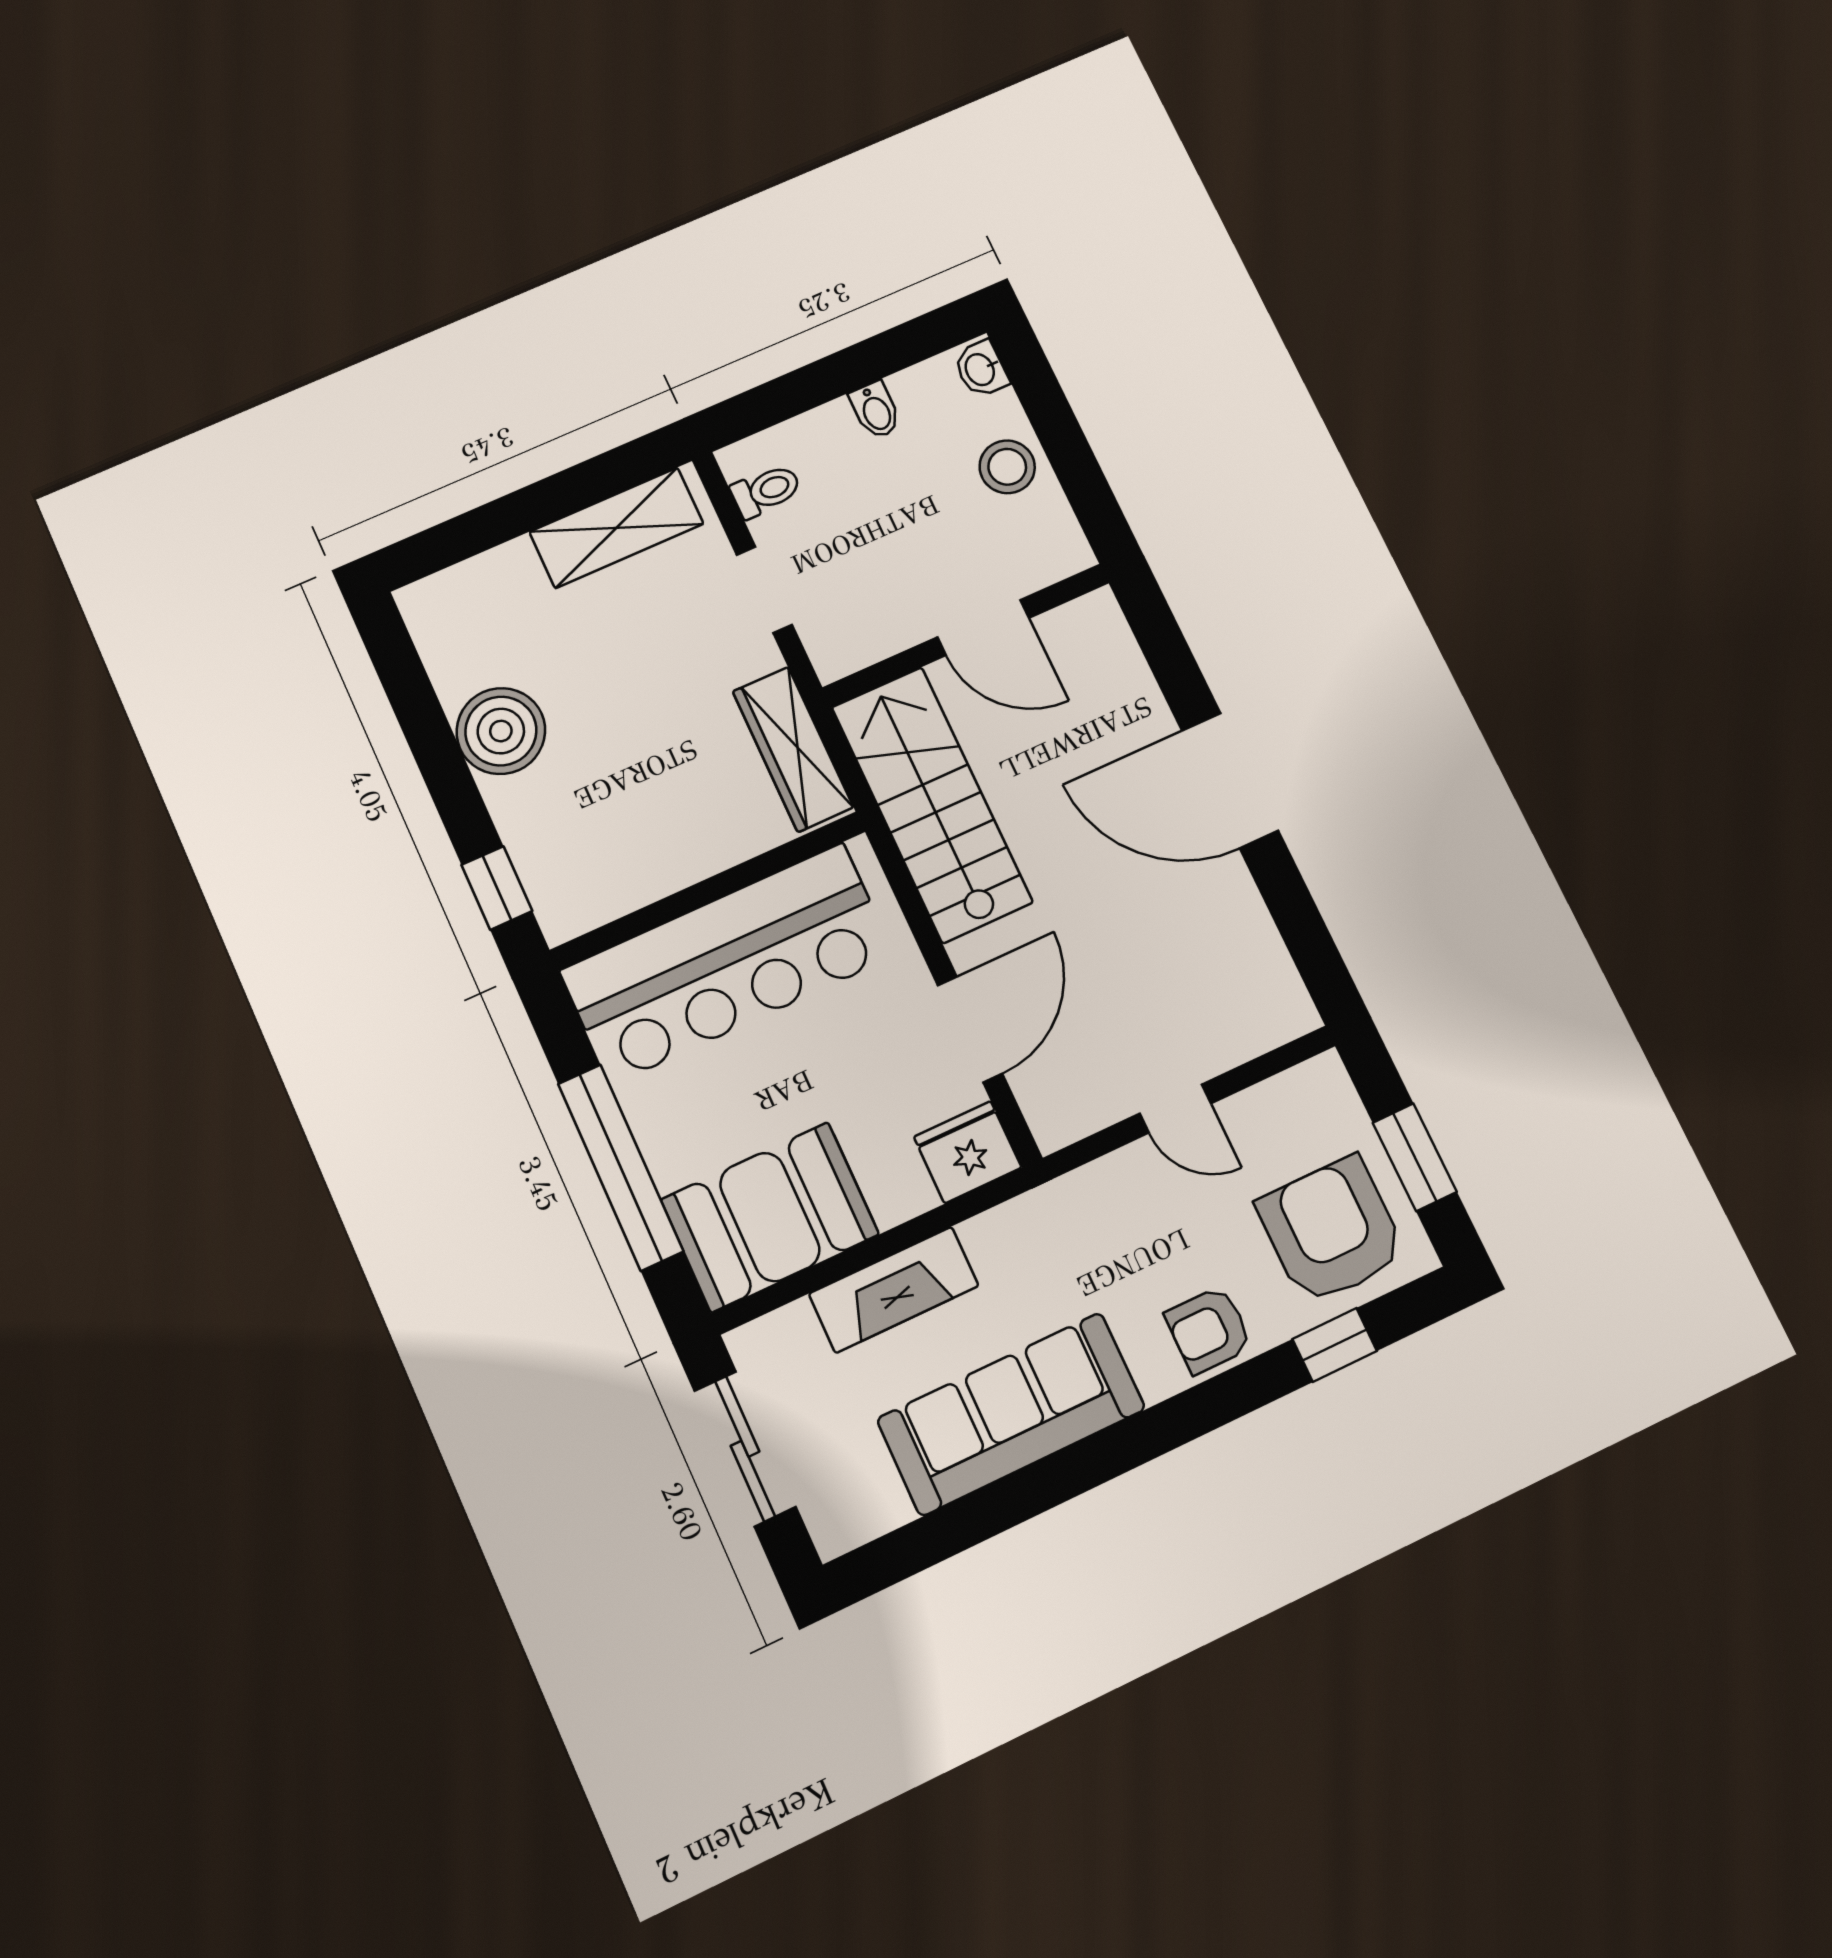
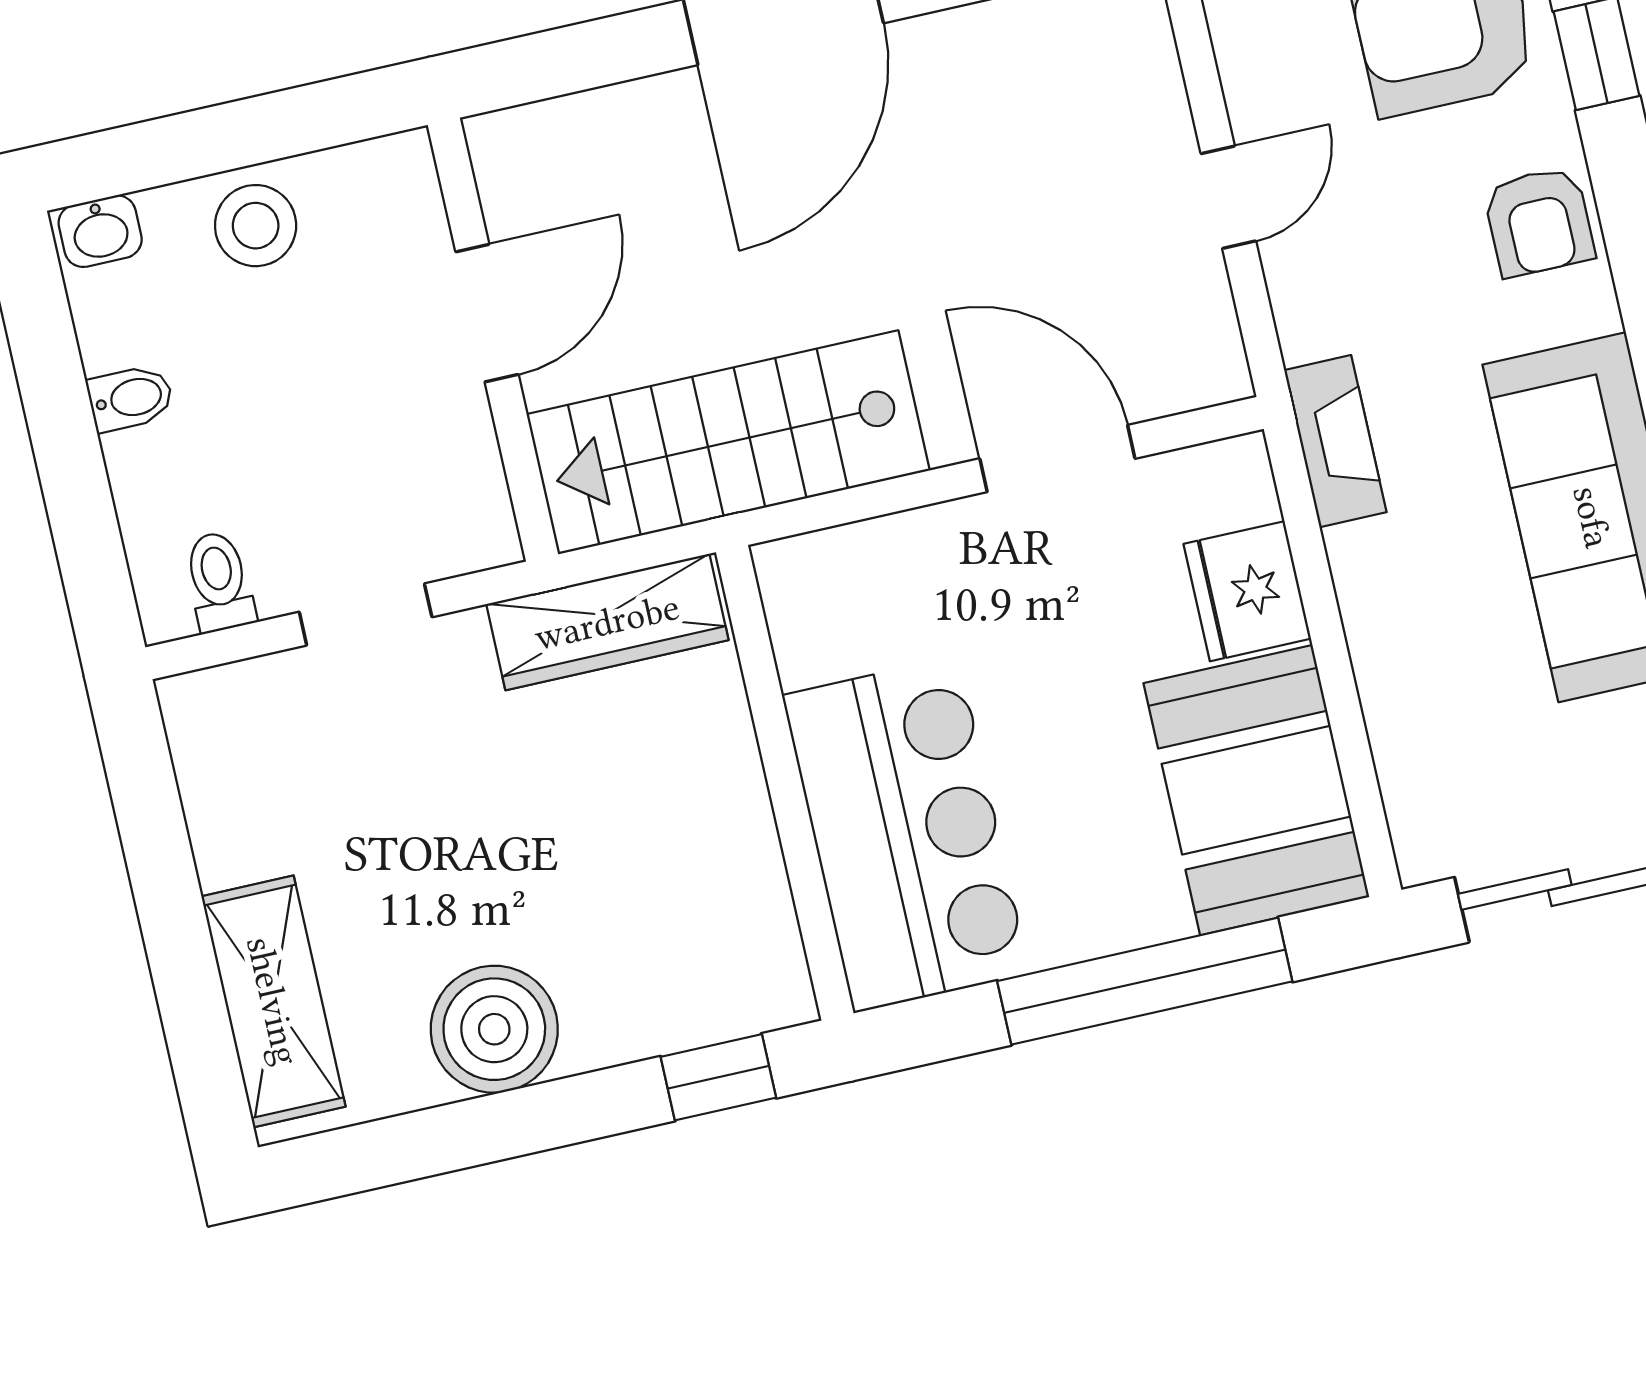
shelving: (617, 528) -> (273, 1001), moved
bar counter: (728, 963) -> (906, 834), width x0.73
fridge: (968, 1152) -> (1247, 591), moved
fireplace: (894, 1290) -> (1335, 441), moved, width x0.73, depth x0.76

